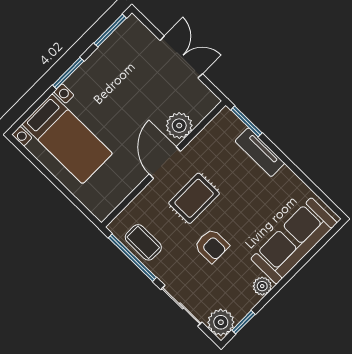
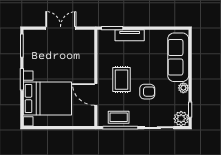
plant: (179, 126) -> (87, 56), removed
bed with nightstands: (67, 139) -> (47, 98), width x1.36
door: (165, 163) -> (96, 94), moved

